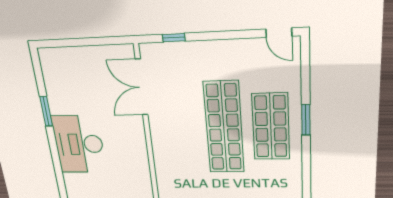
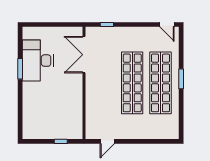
shop shelf: (271, 127) -> (161, 83), width x1.40
desk: (79, 144) -> (38, 61), moved

